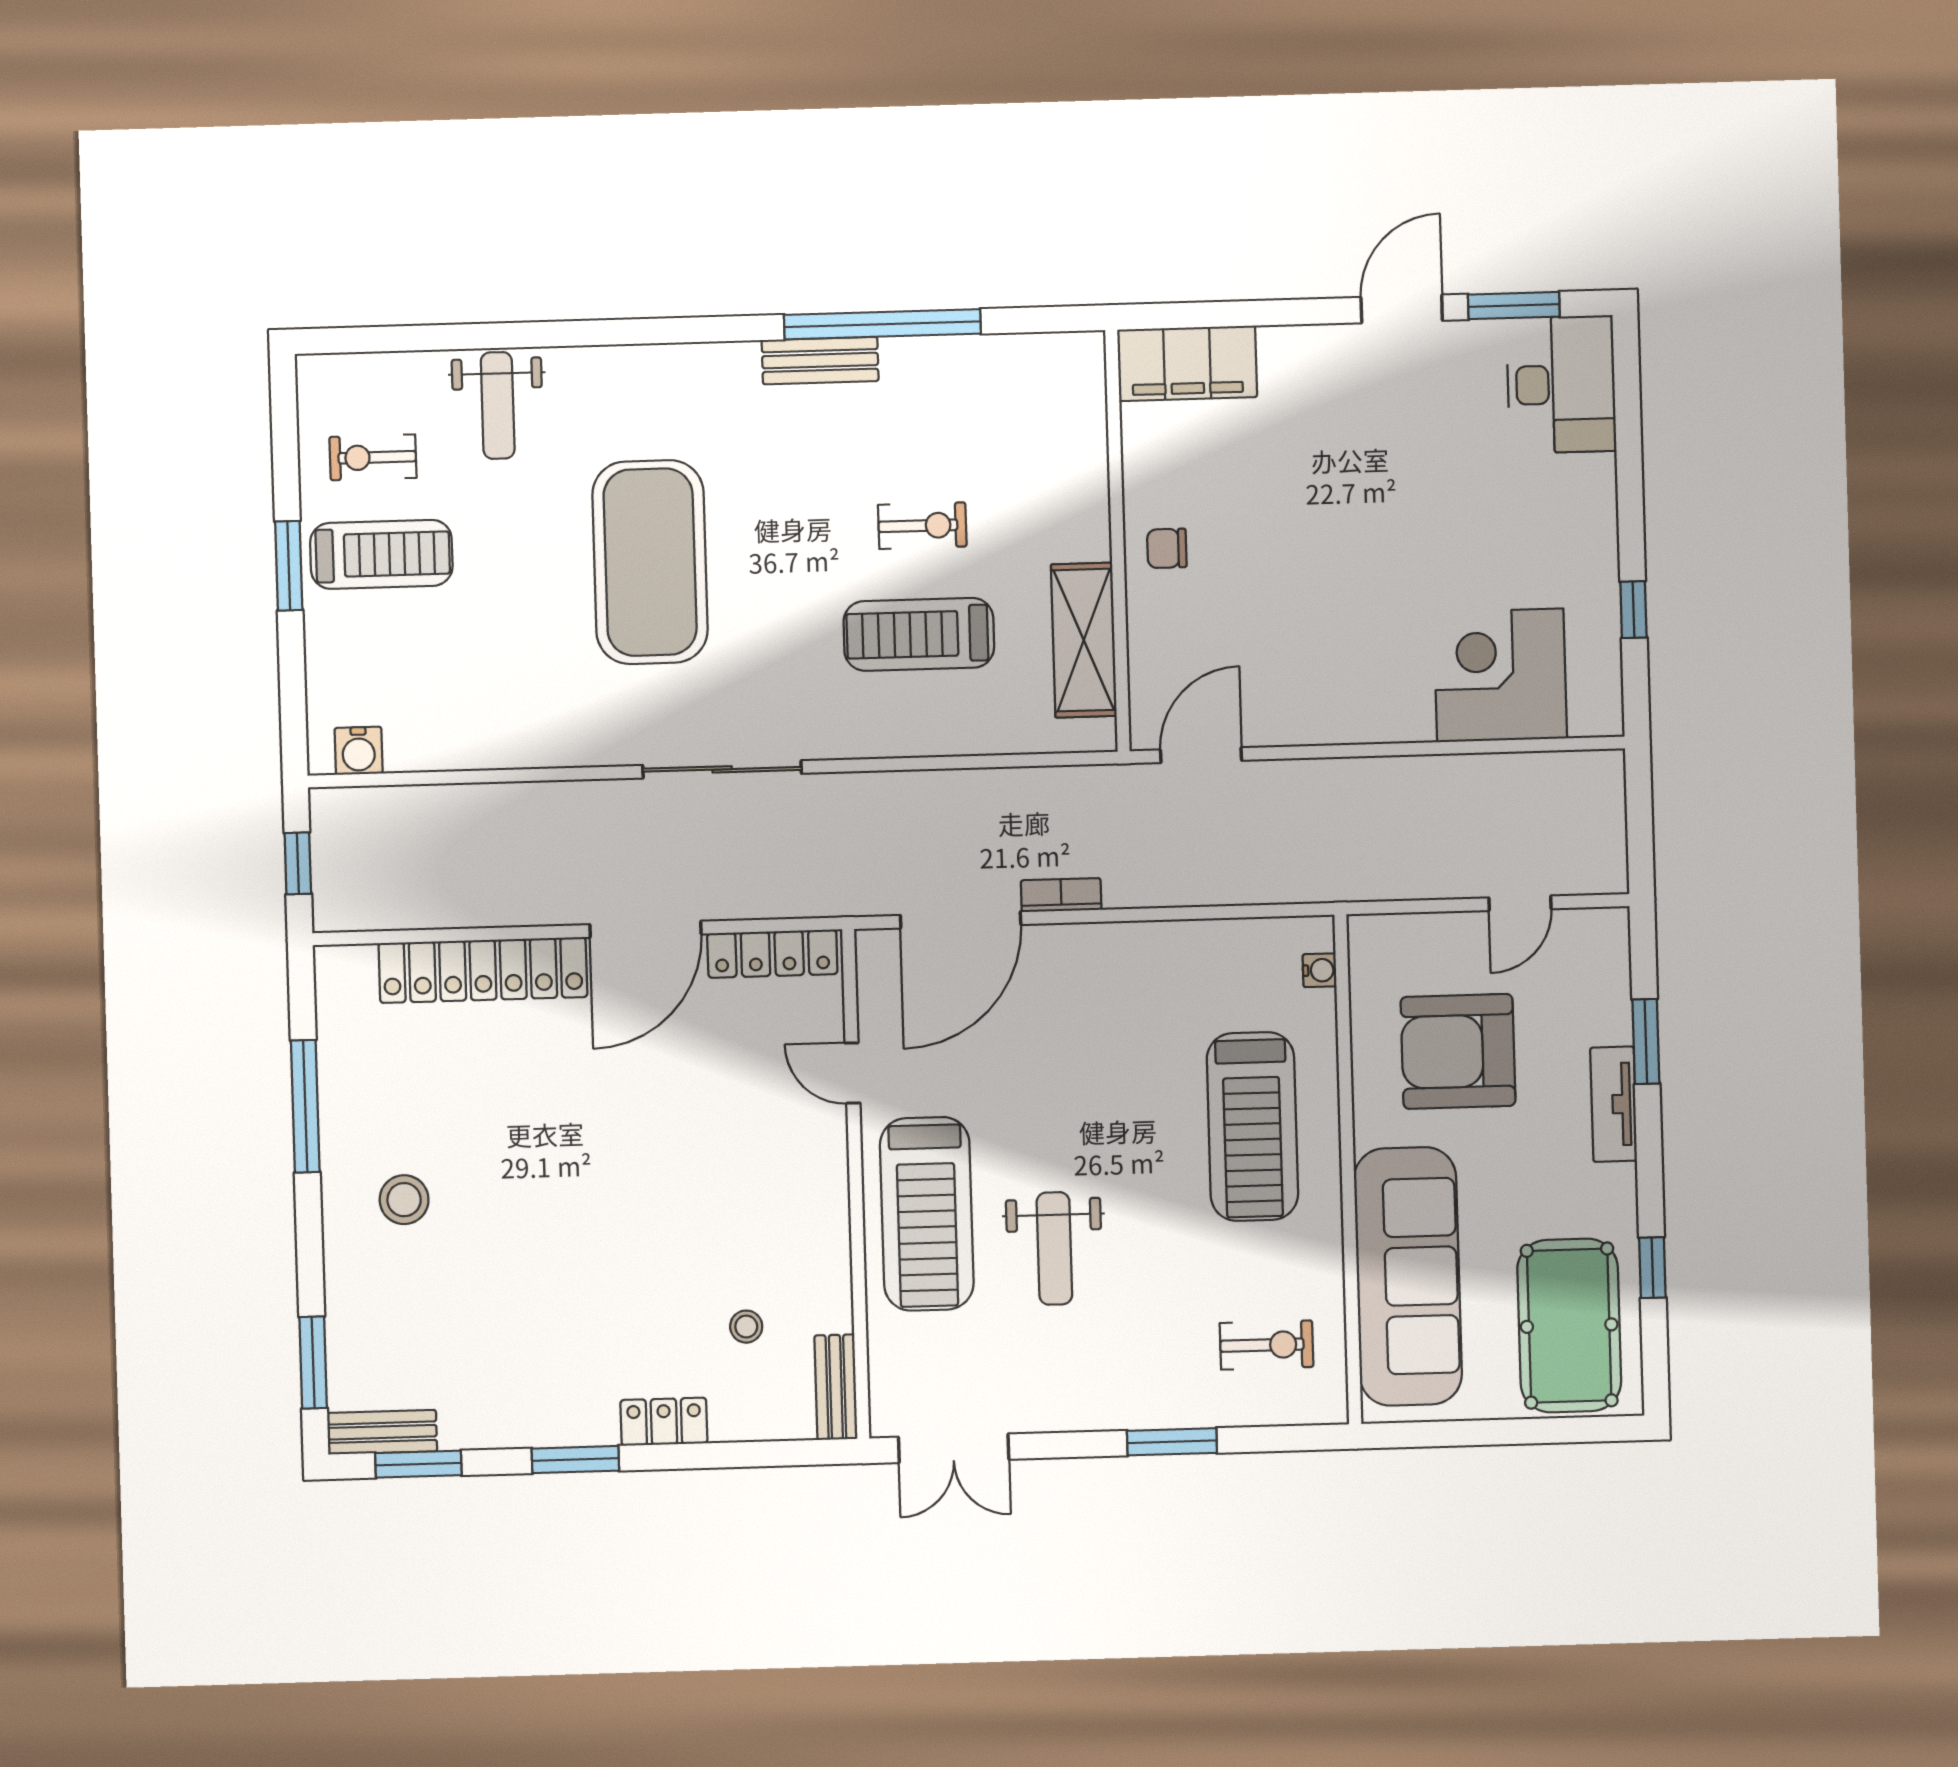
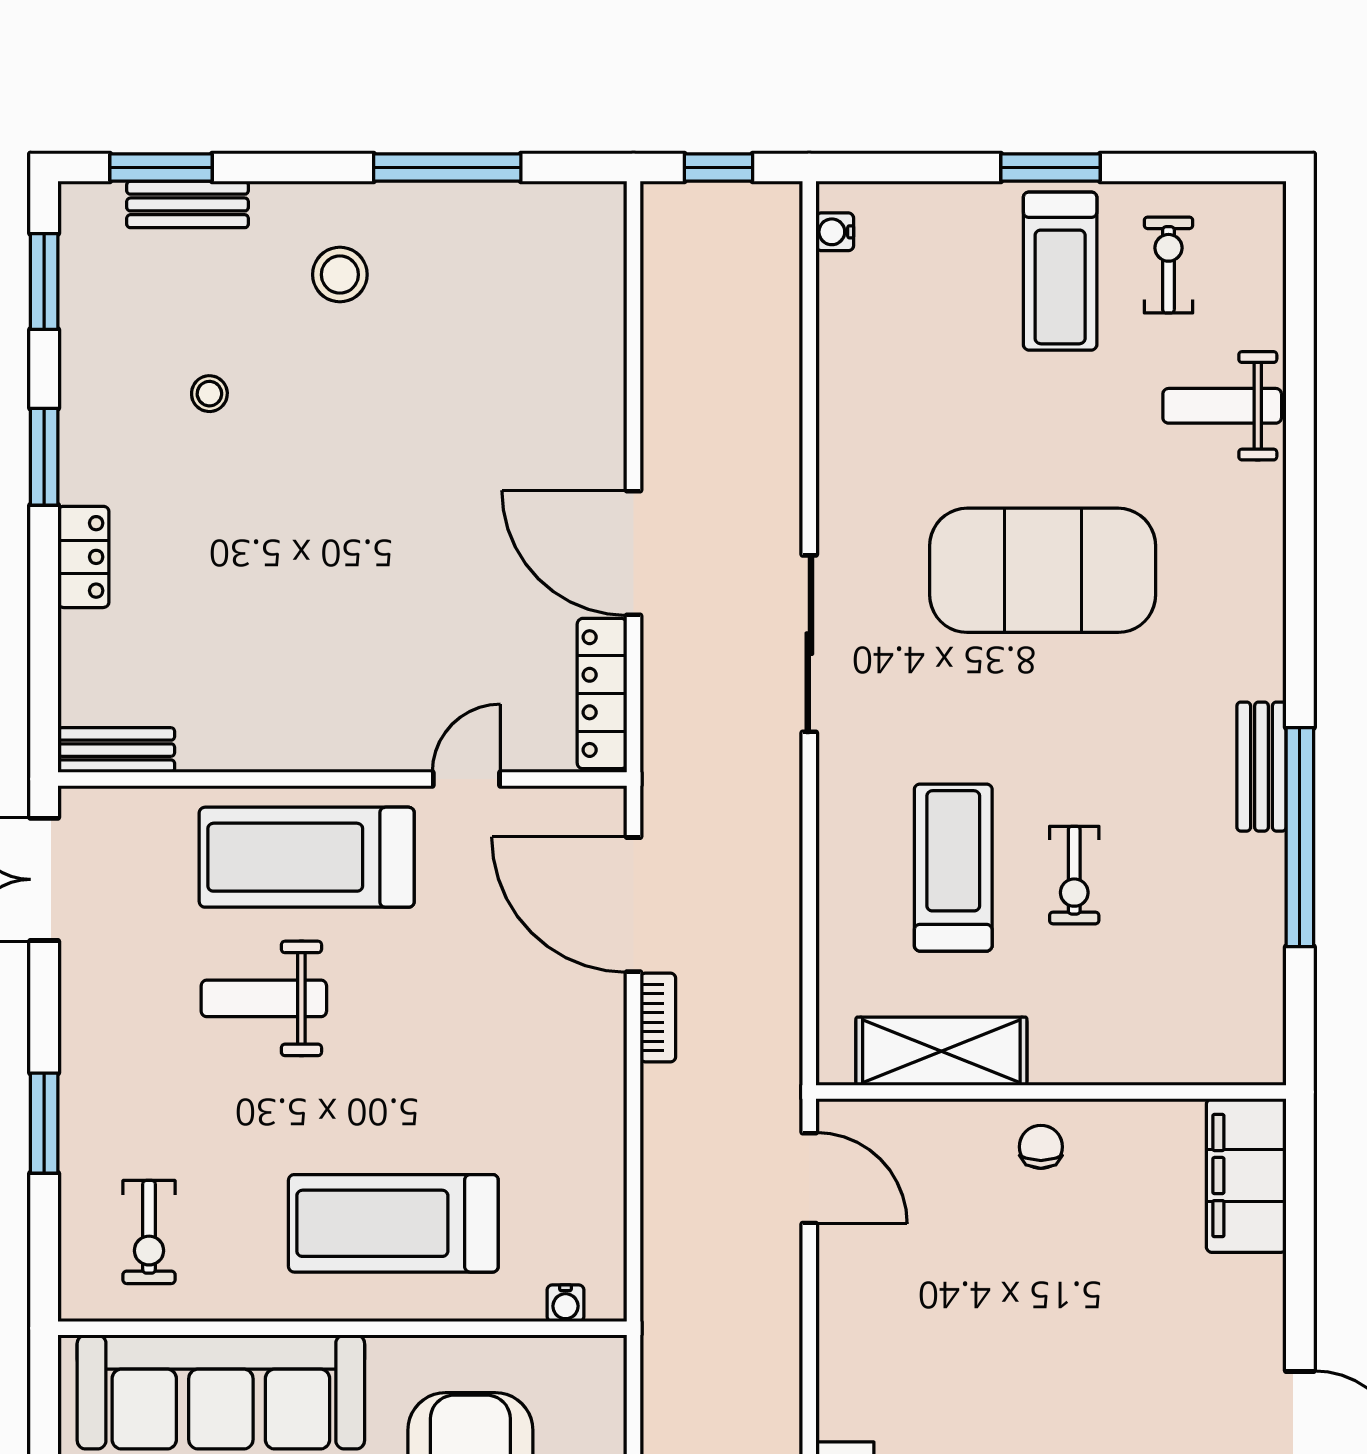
water cooler: (359, 751) -> (835, 232), width x0.72, depth x0.72
locker: (483, 970) -> (593, 370), removed
stool: (746, 1327) -> (209, 394), moved
bench: (382, 1432) -> (188, 204), moved, turned 90

